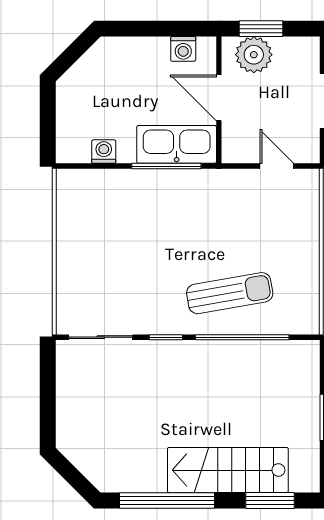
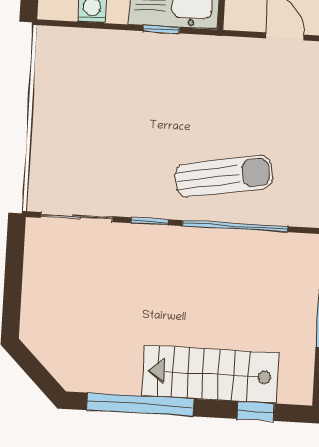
window: (166, 166) -> (161, 29), width x0.46
window: (270, 501) -> (256, 411), width x0.67

